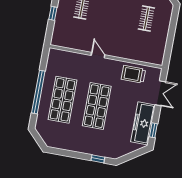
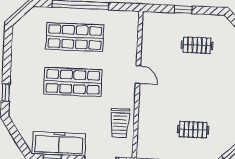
door: (98, 55) -> (138, 74), hinge flipped
trolley: (133, 74) -> (120, 123), turned 180

